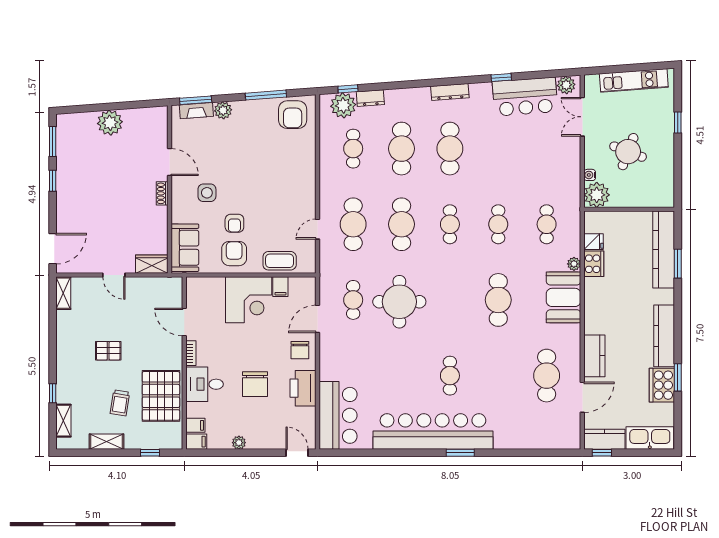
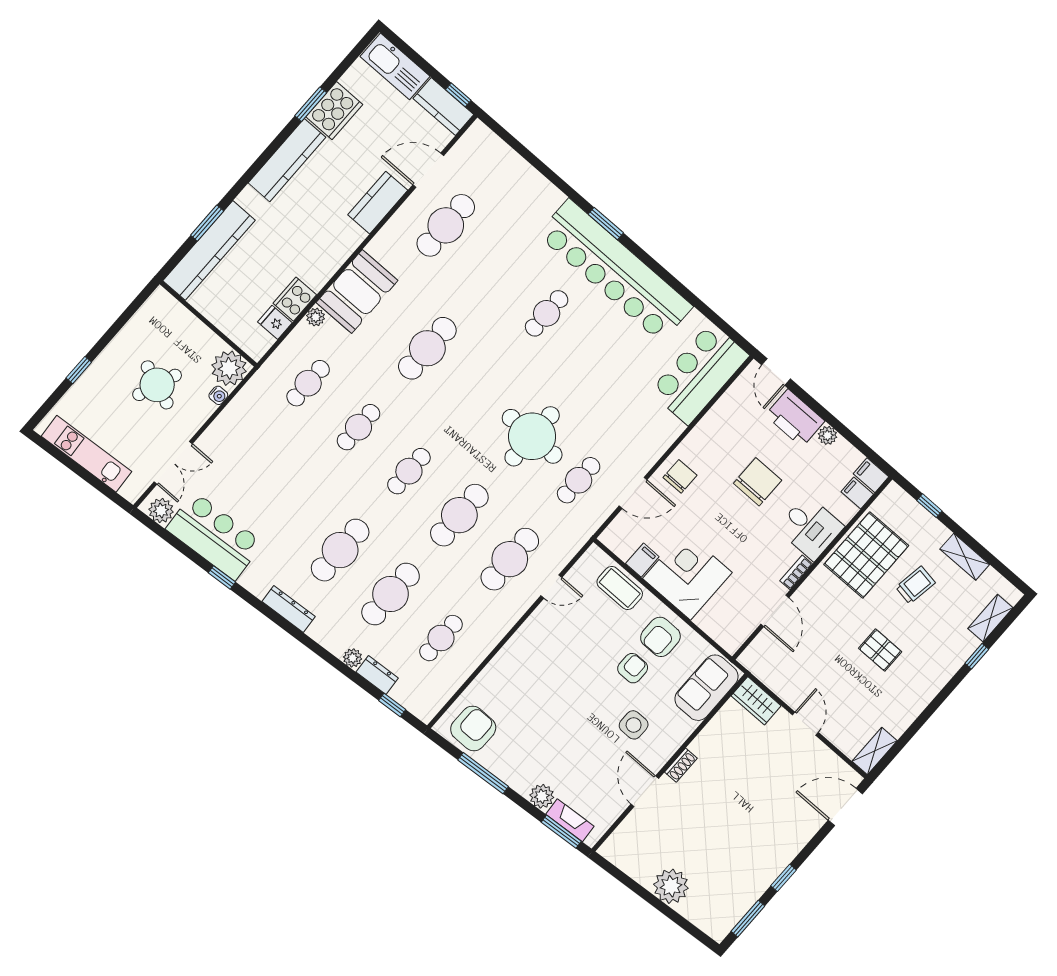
plant: (343, 105) -> (353, 658), moved, width x0.53, depth x0.53
printer: (303, 388) -> (795, 418), moved, turned 90

